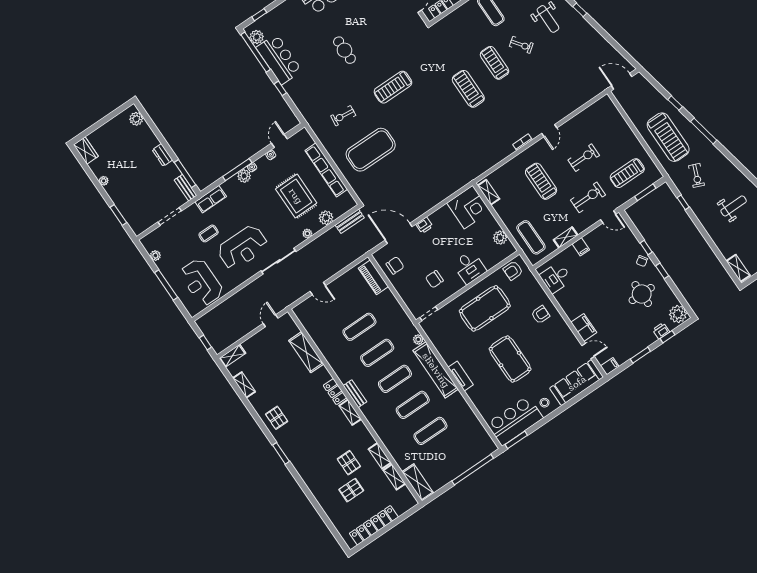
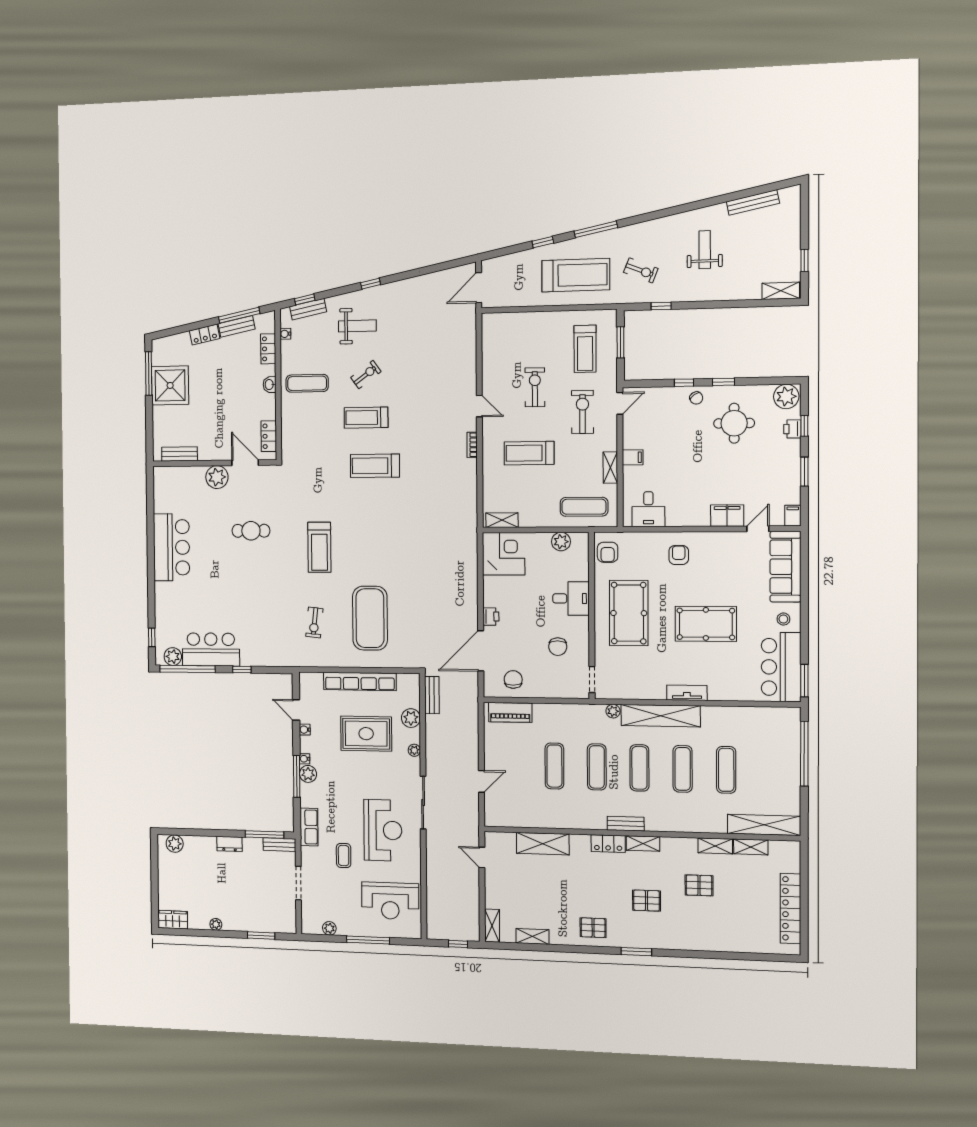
cafe table: (344, 50) -> (251, 531), moved
shelving: (418, 482) -> (764, 825), width x1.47
pallet: (351, 490) -> (646, 901), moved, turned 90

